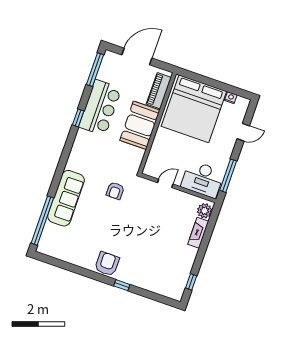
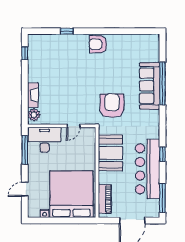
bar counter: (100, 108) -> (148, 169), width x1.36
booth: (140, 125) -> (110, 153), moved
armchair: (115, 191) -> (112, 106), width x1.88, depth x1.88
window: (42, 221) -> (162, 83), moved
armchair: (107, 264) -> (98, 44), turned 90
window: (122, 285) -> (67, 31), moved

